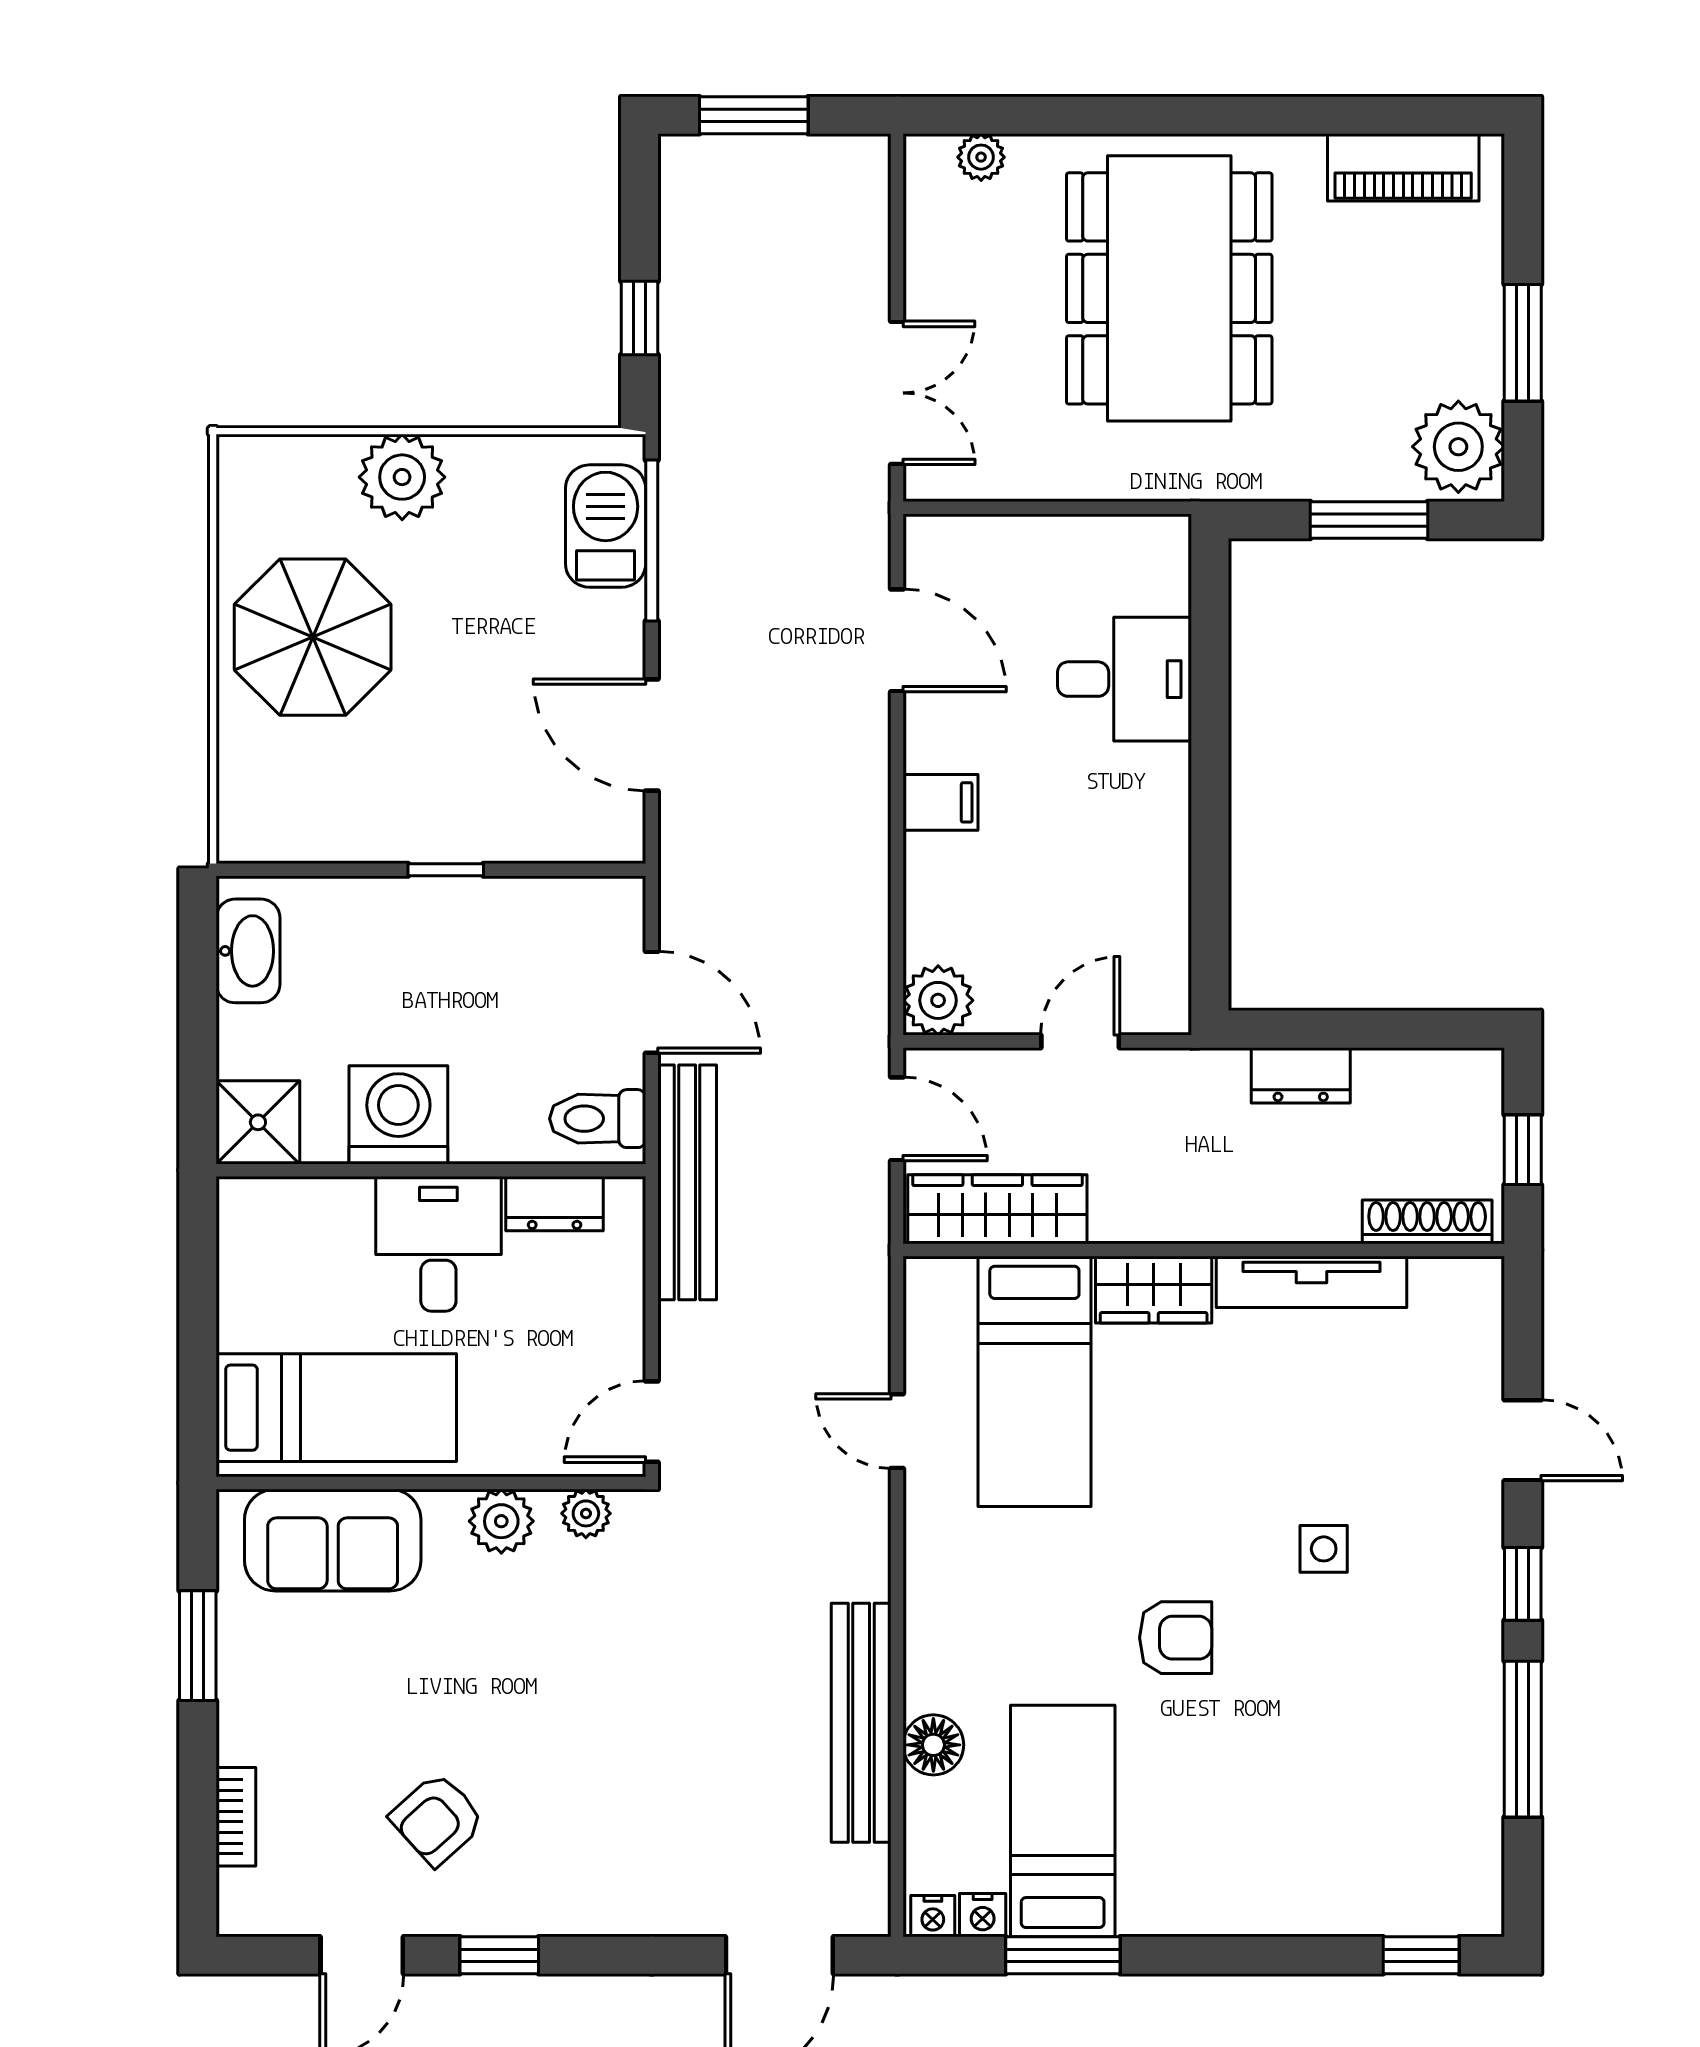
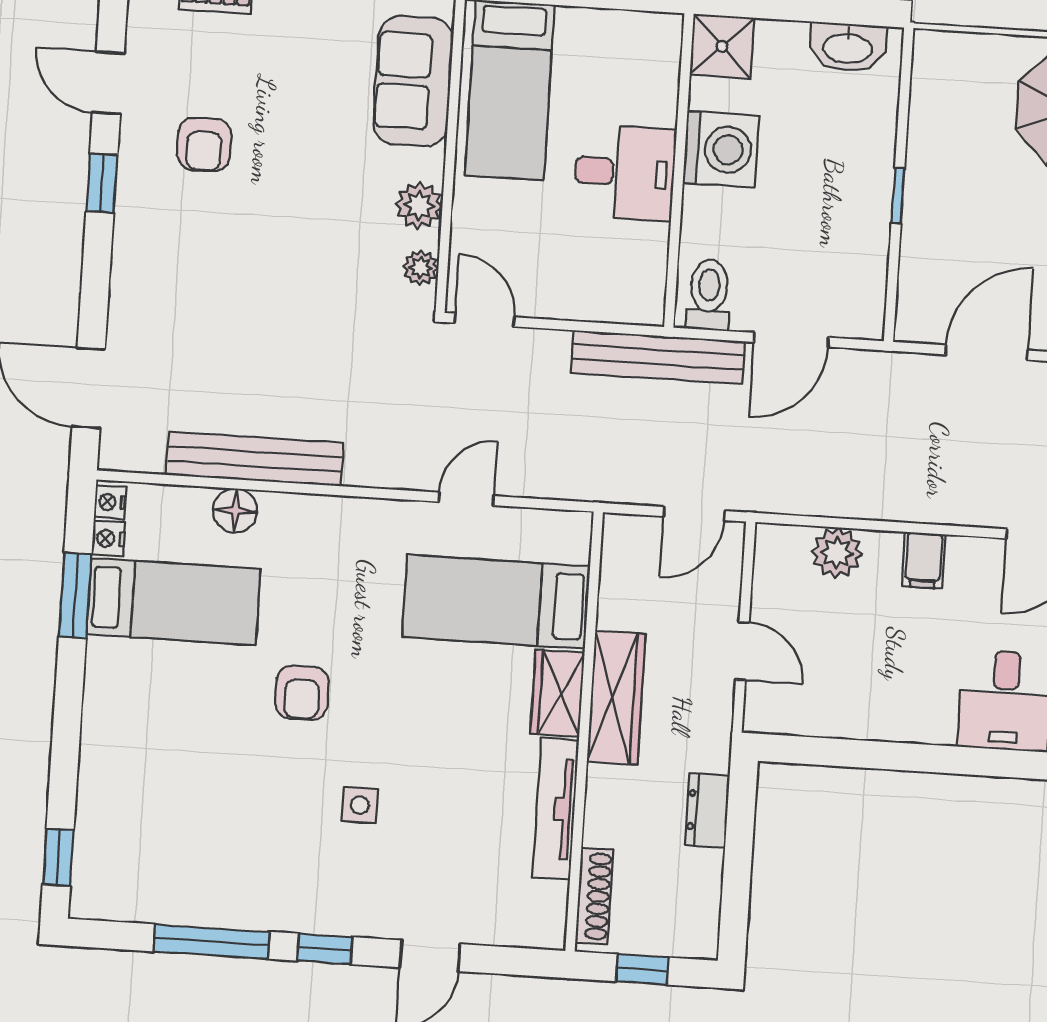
plant: (938, 1000) -> (837, 553), moved
dresser: (555, 1204) -> (649, 259), removed
wardrobe: (997, 1209) -> (616, 698), moved
armchair: (437, 1819) -> (204, 144), turned -138

